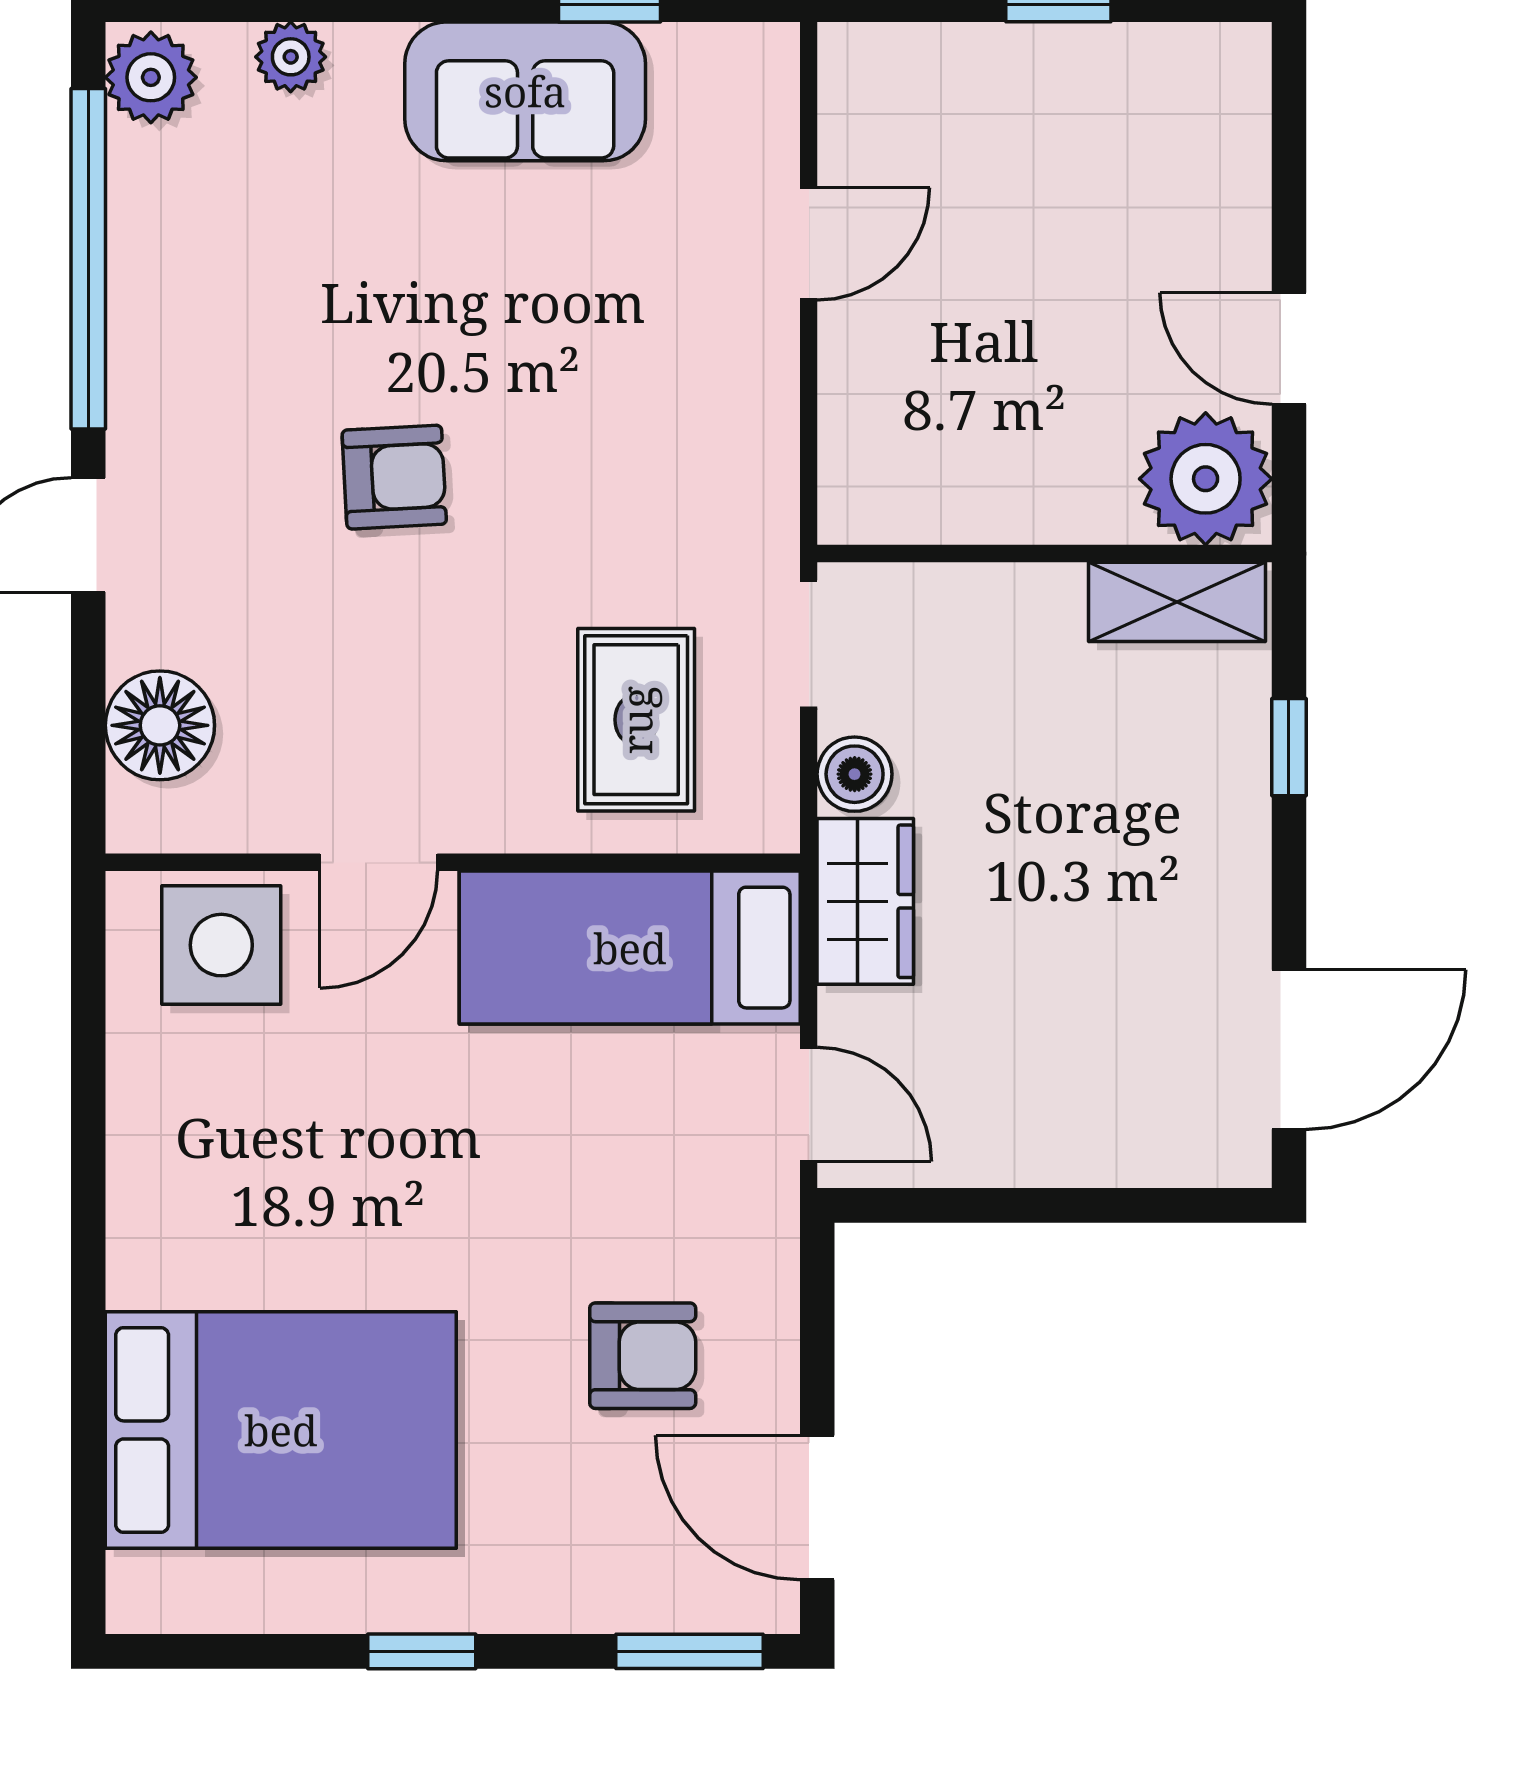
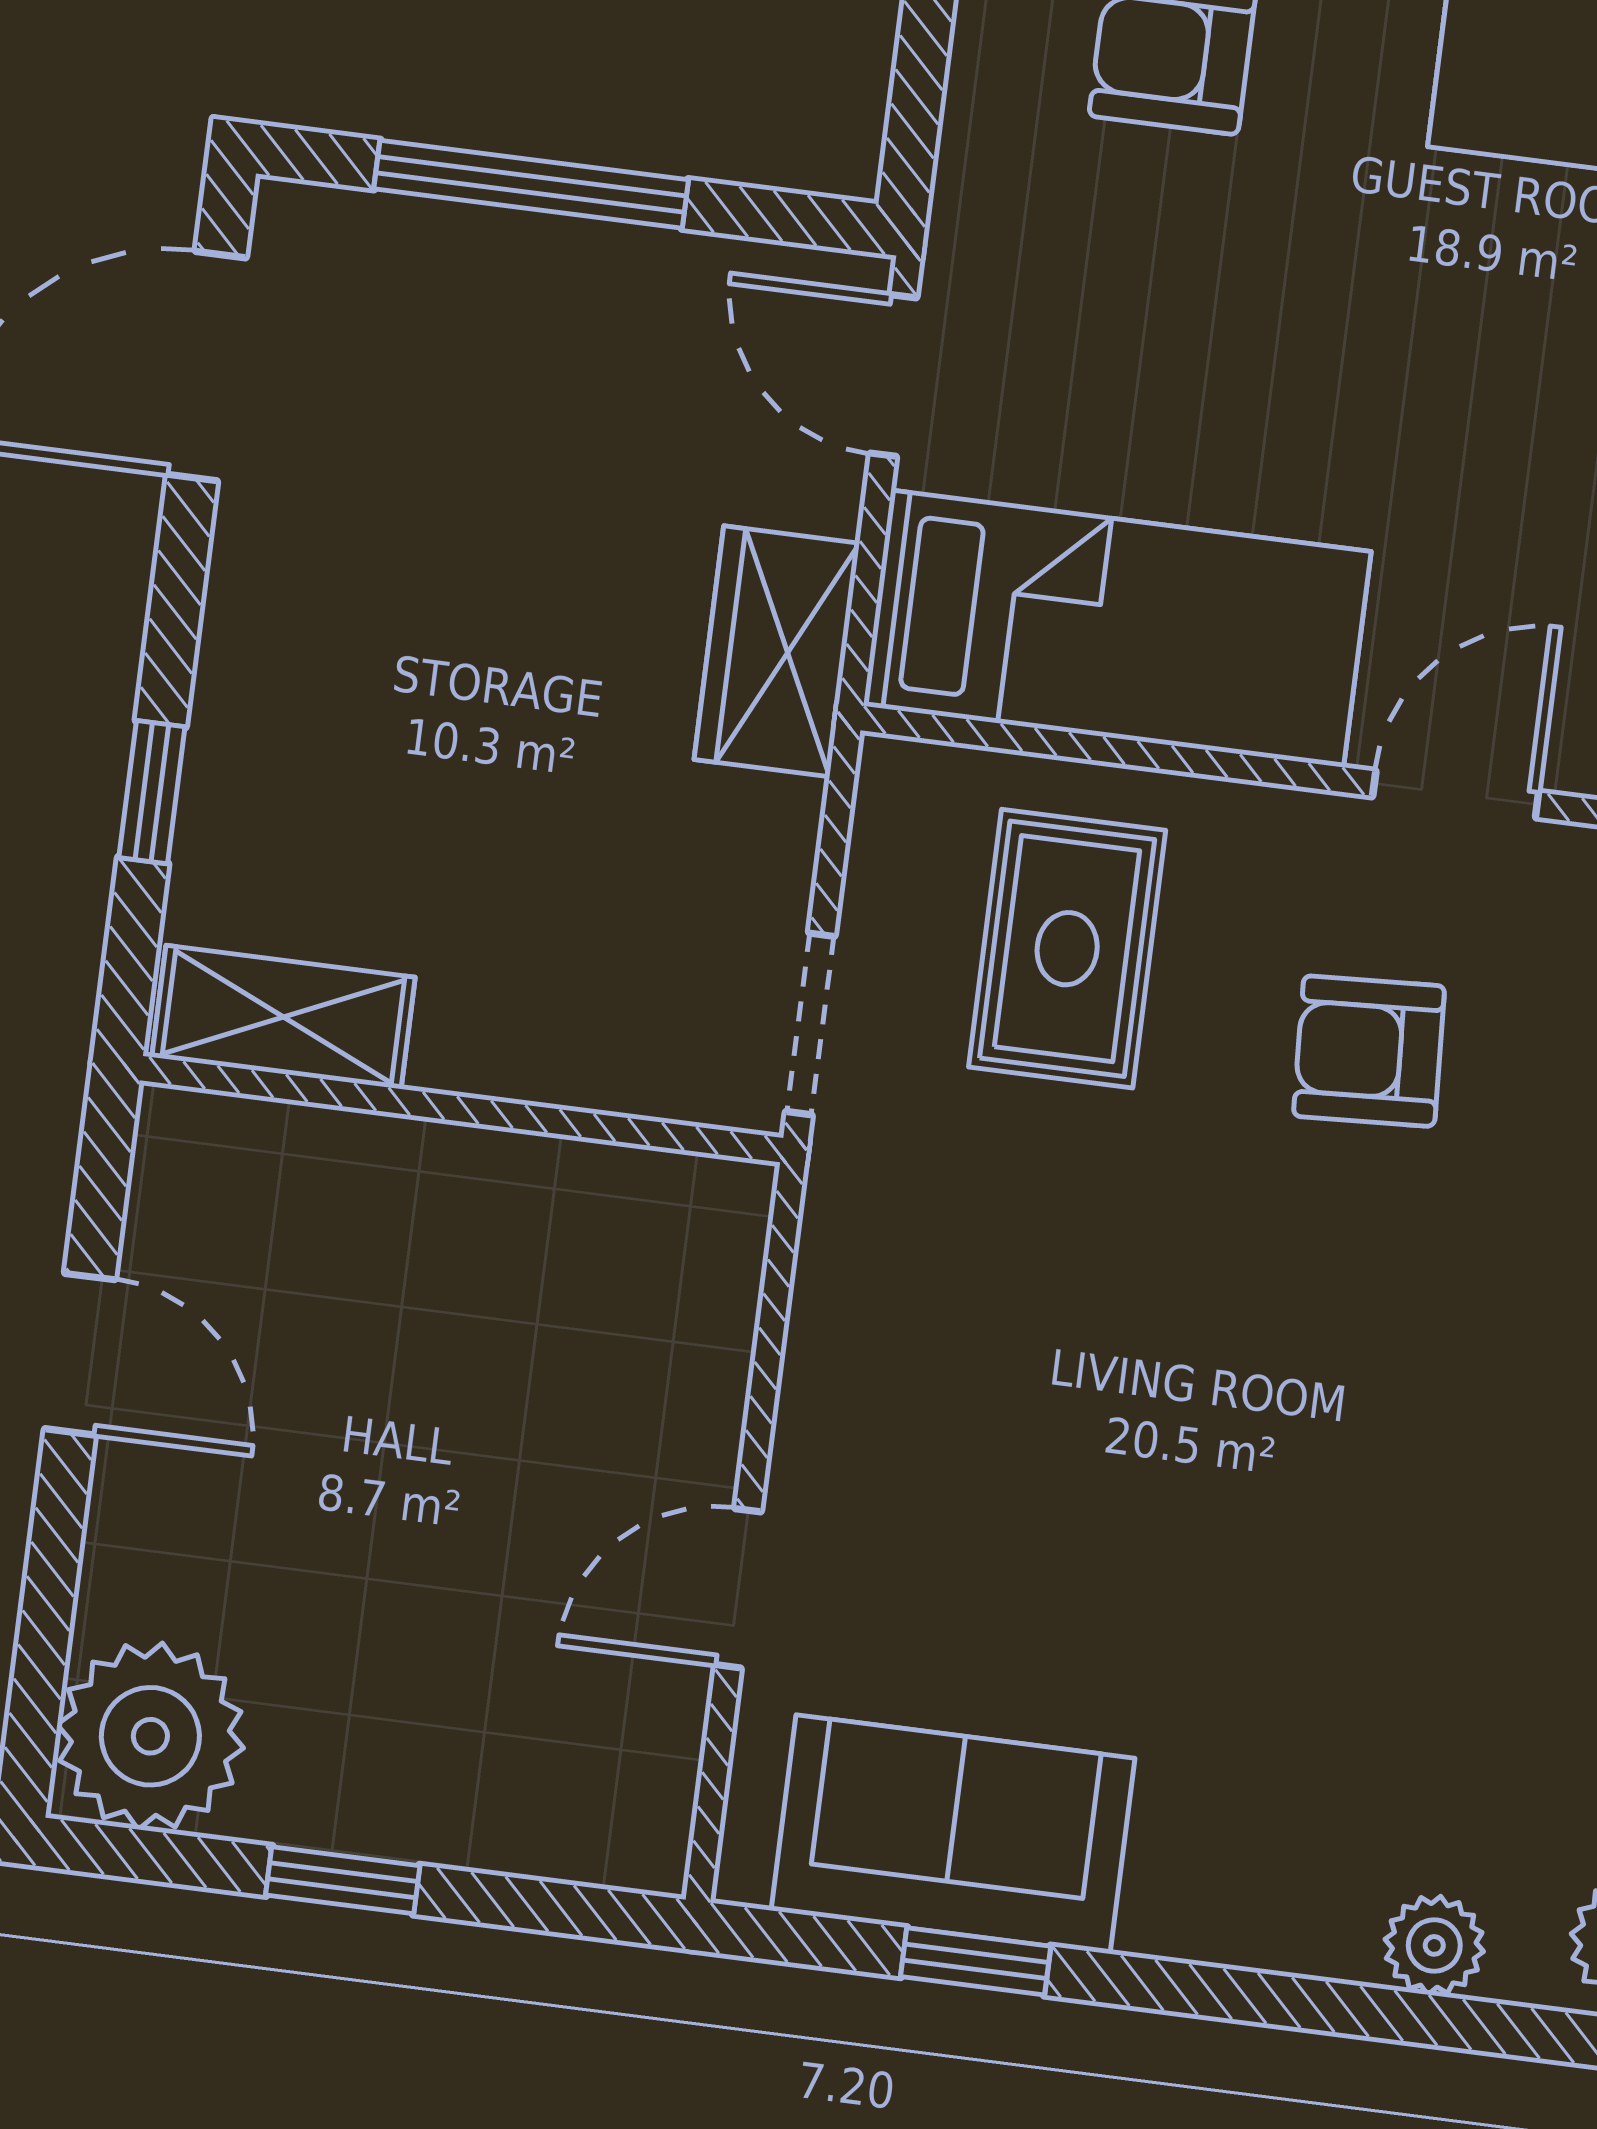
sofa: (525, 91) -> (953, 1834), moved
armchair: (394, 477) -> (1369, 1051), moved
plant: (1206, 479) -> (150, 1736), moved
boiler: (855, 774) -> (769, 833), removed
window: (1079, 1205) -> (531, 184), added

